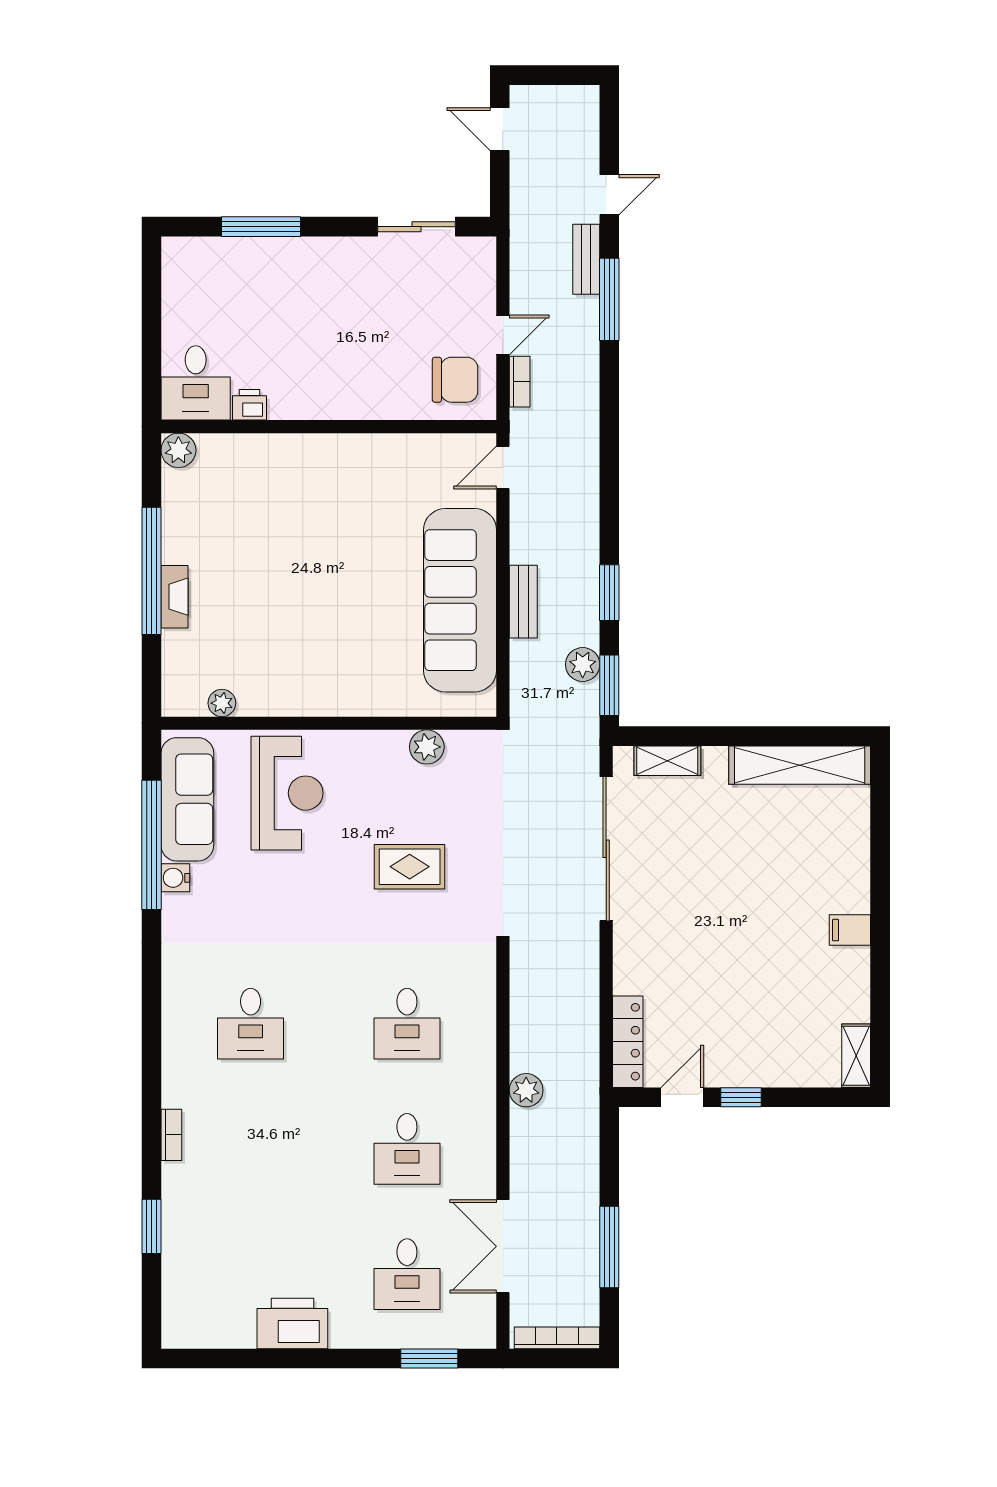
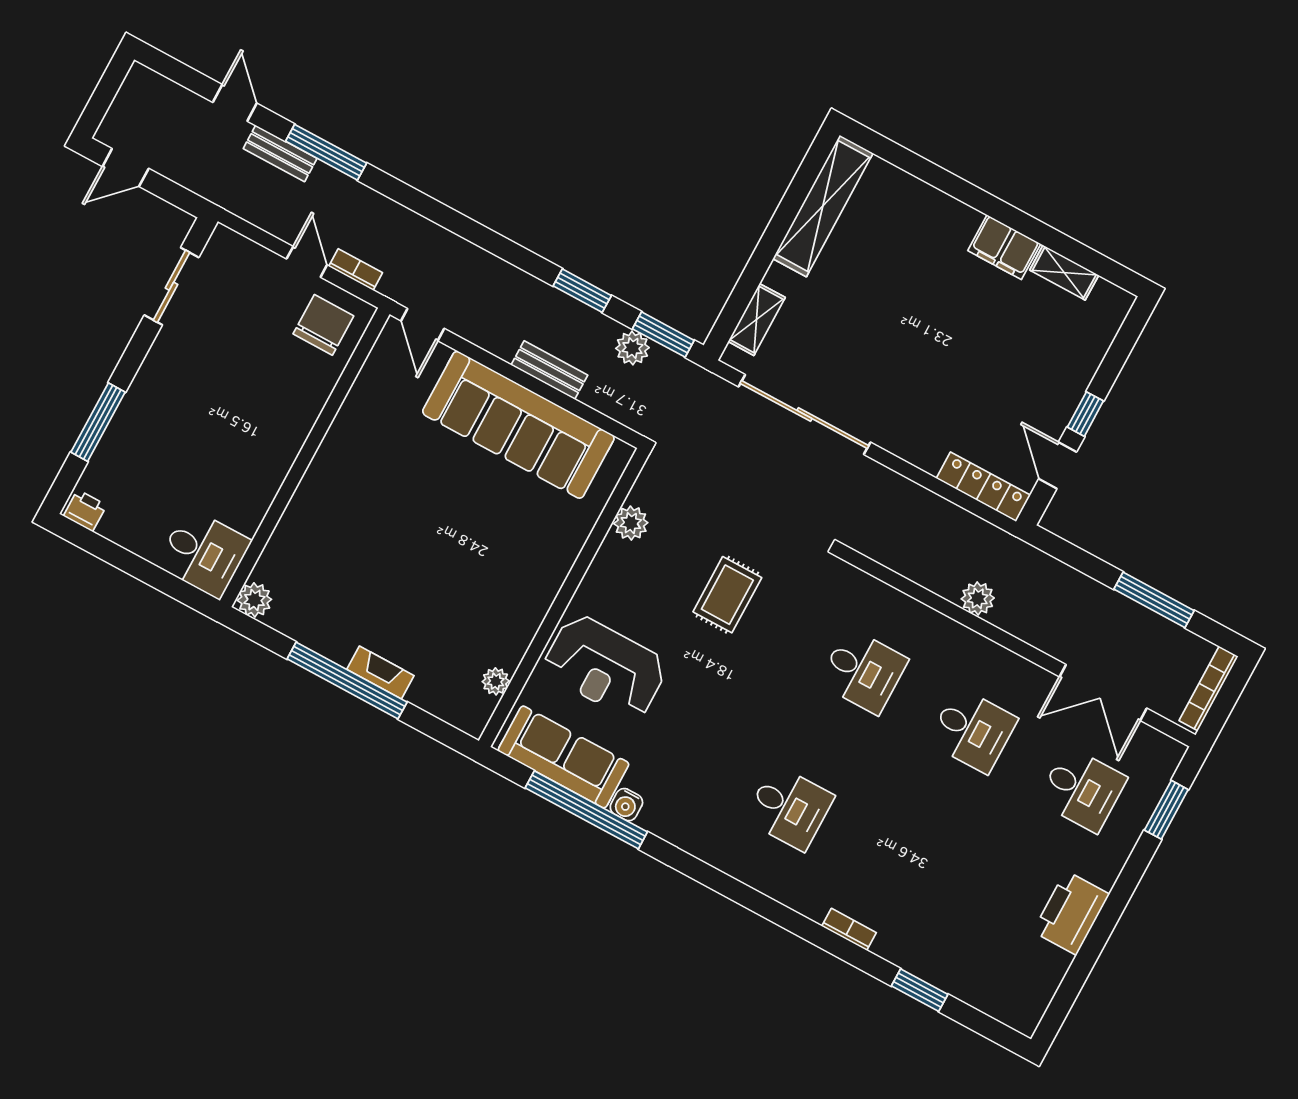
printer: (250, 405) -> (85, 511), moved, turned 90
reception desk: (287, 793) -> (605, 667), turned 180
filing cabinet: (850, 930) -> (1004, 247), width x2.00
shelving: (856, 1056) -> (1064, 273), moved

